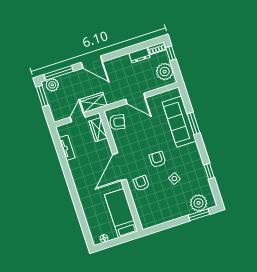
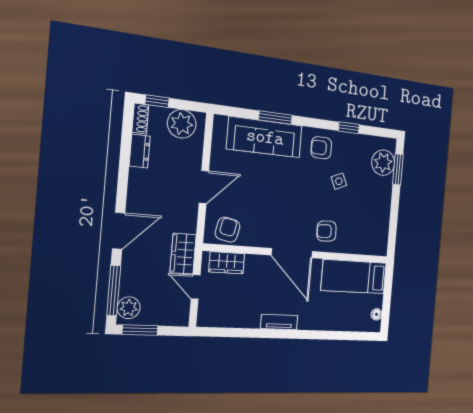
tv unit: (67, 148) -> (279, 322), moved
armchair: (157, 159) -> (321, 148), moved

